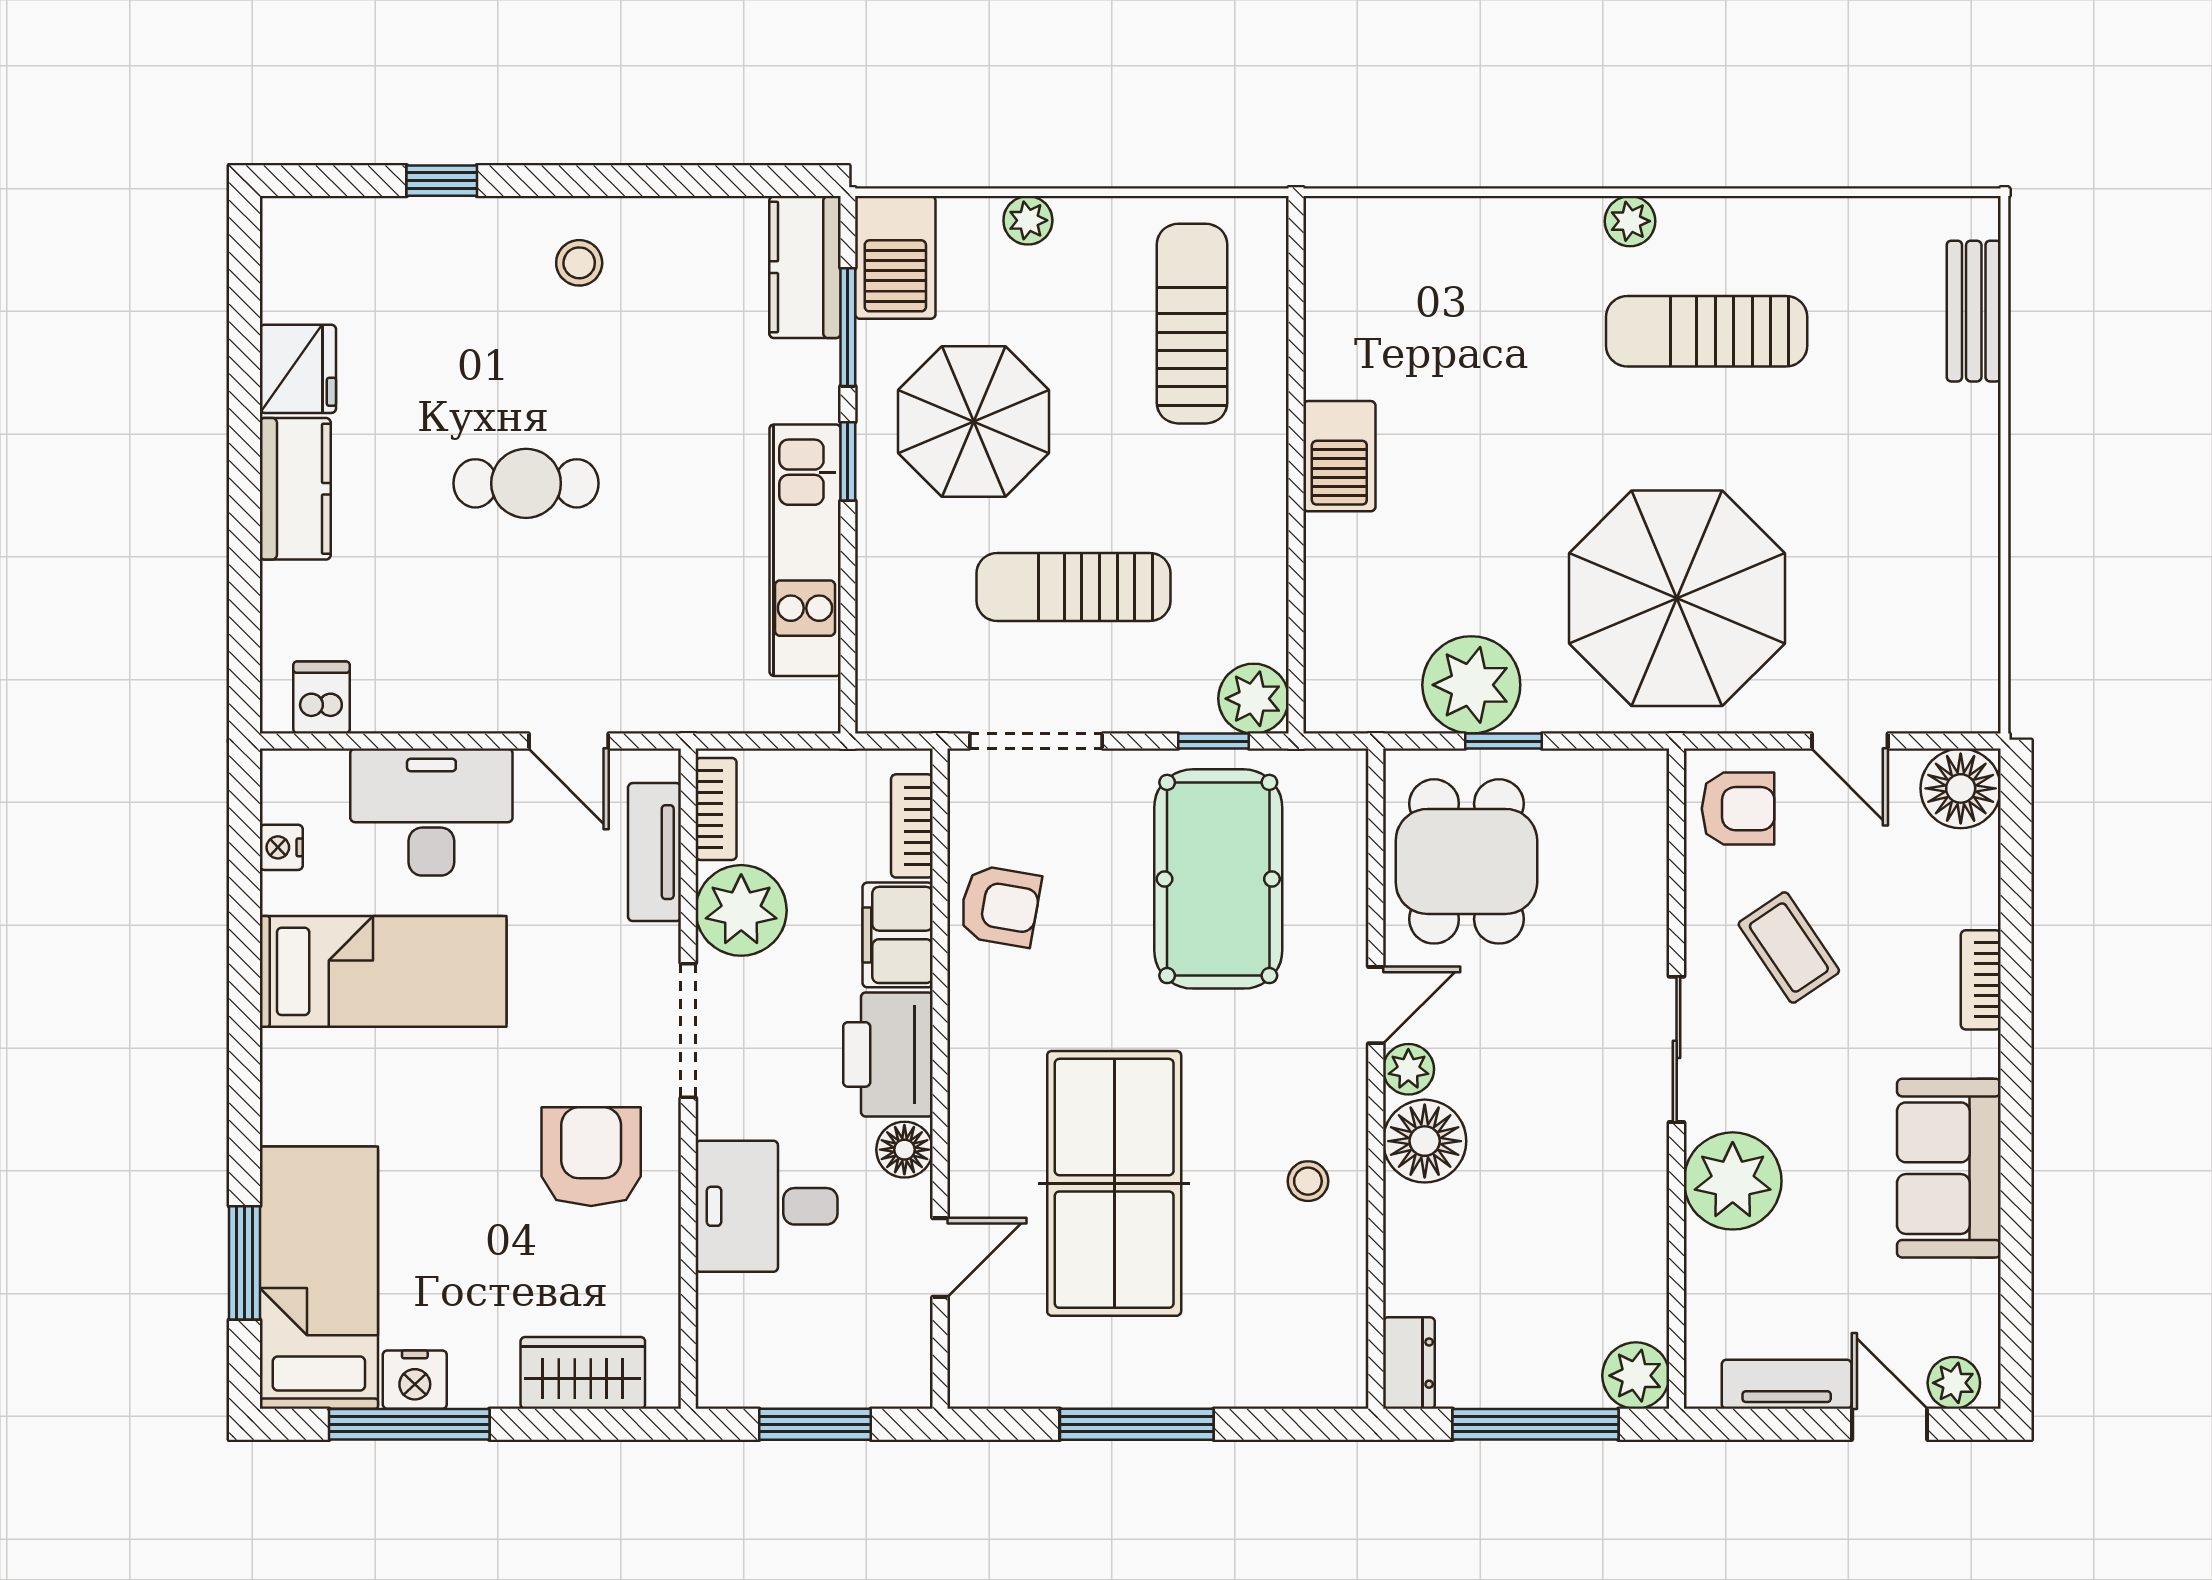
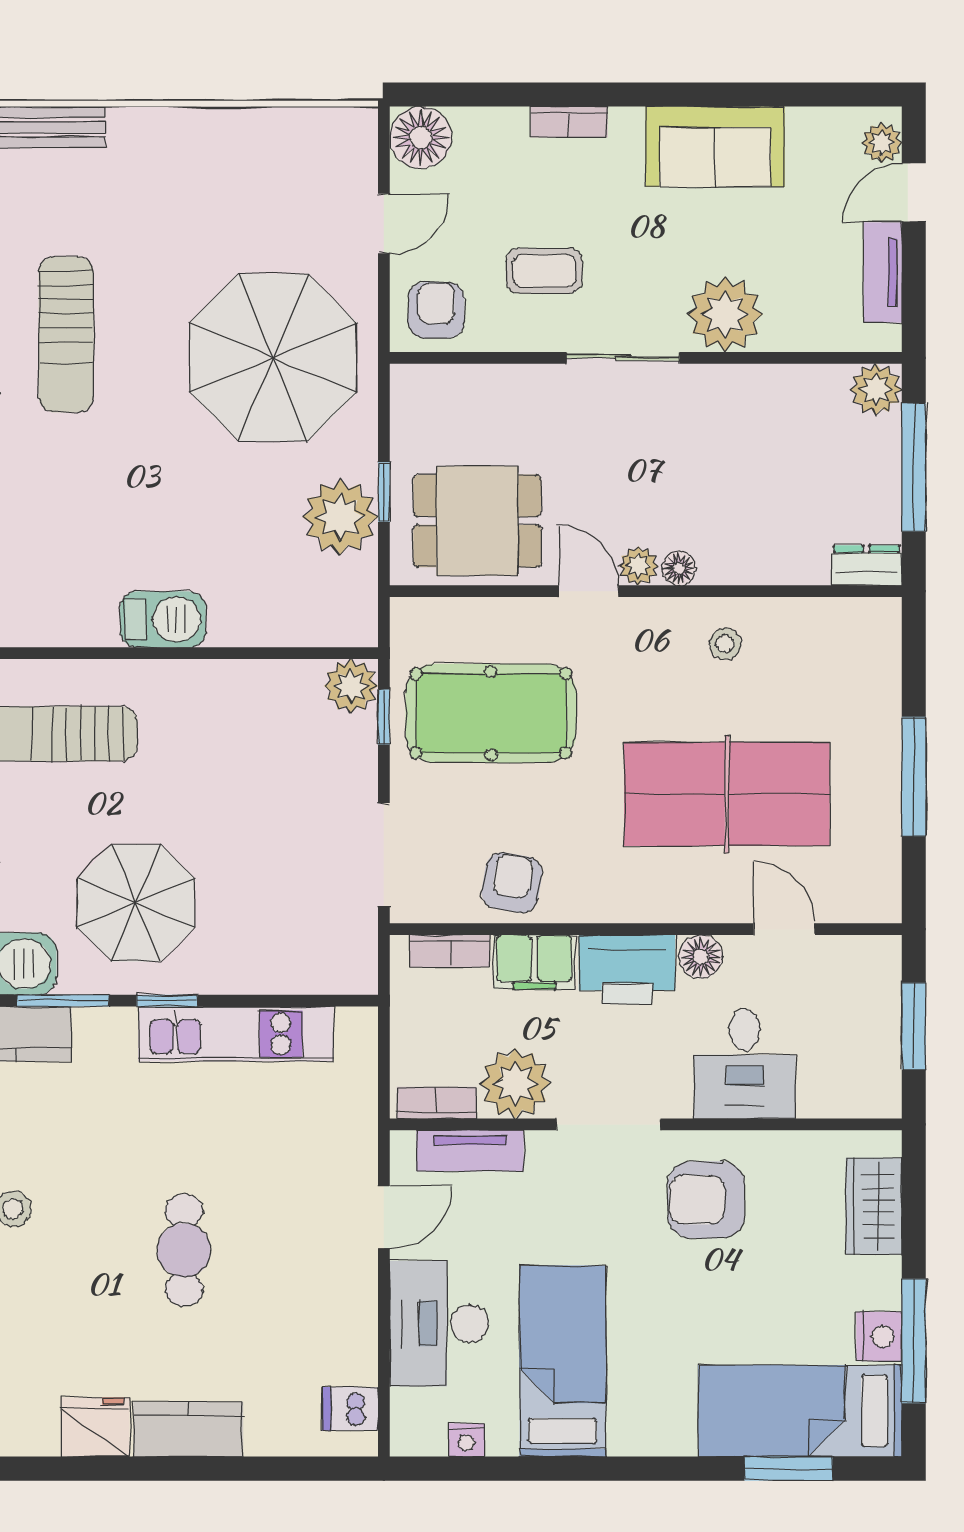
sun lounger: (1074, 587) -> (264, 826), removed
coffee table: (1789, 948) -> (544, 271), turned 34
floor lamp: (1425, 1141) -> (679, 568), width x0.53, depth x0.53

